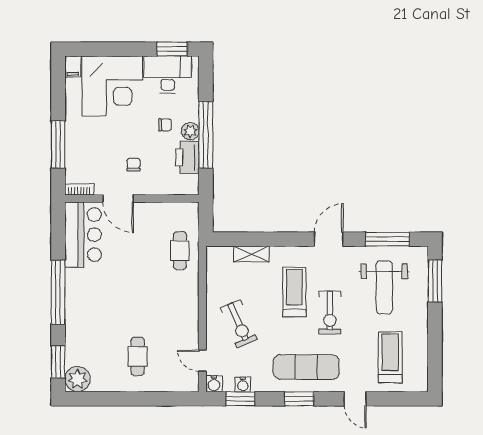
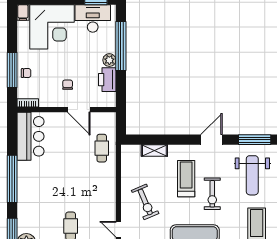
chair: (165, 125) -> (26, 73), moved
window: (206, 135) -> (121, 46), moved
door: (118, 198) -> (79, 110), moved

